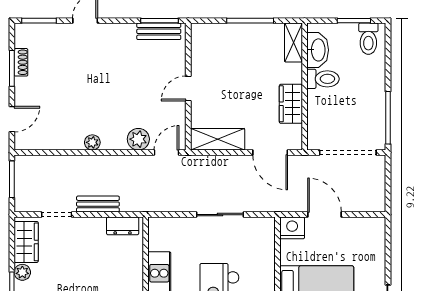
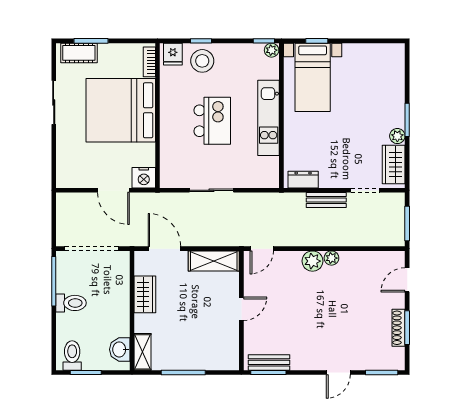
washbasin: (318, 50) -> (120, 349), width x0.72
shoe rack: (21, 62) -> (399, 328), width x1.43
toilet: (323, 79) -> (71, 303), moved, turned 180
plant: (138, 139) -> (312, 261), moved

